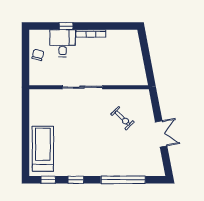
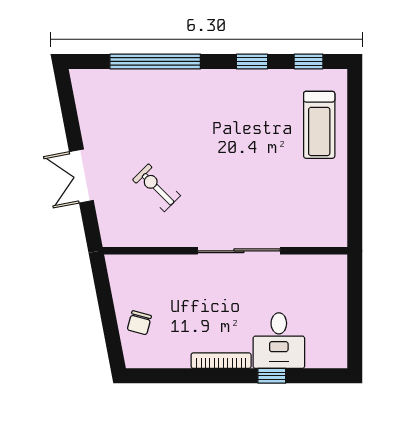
chair: (38, 55) -> (139, 323), moved
double door: (161, 134) -> (81, 176), moved
treadmill: (43, 149) -> (319, 125), width x0.73, depth x0.73

